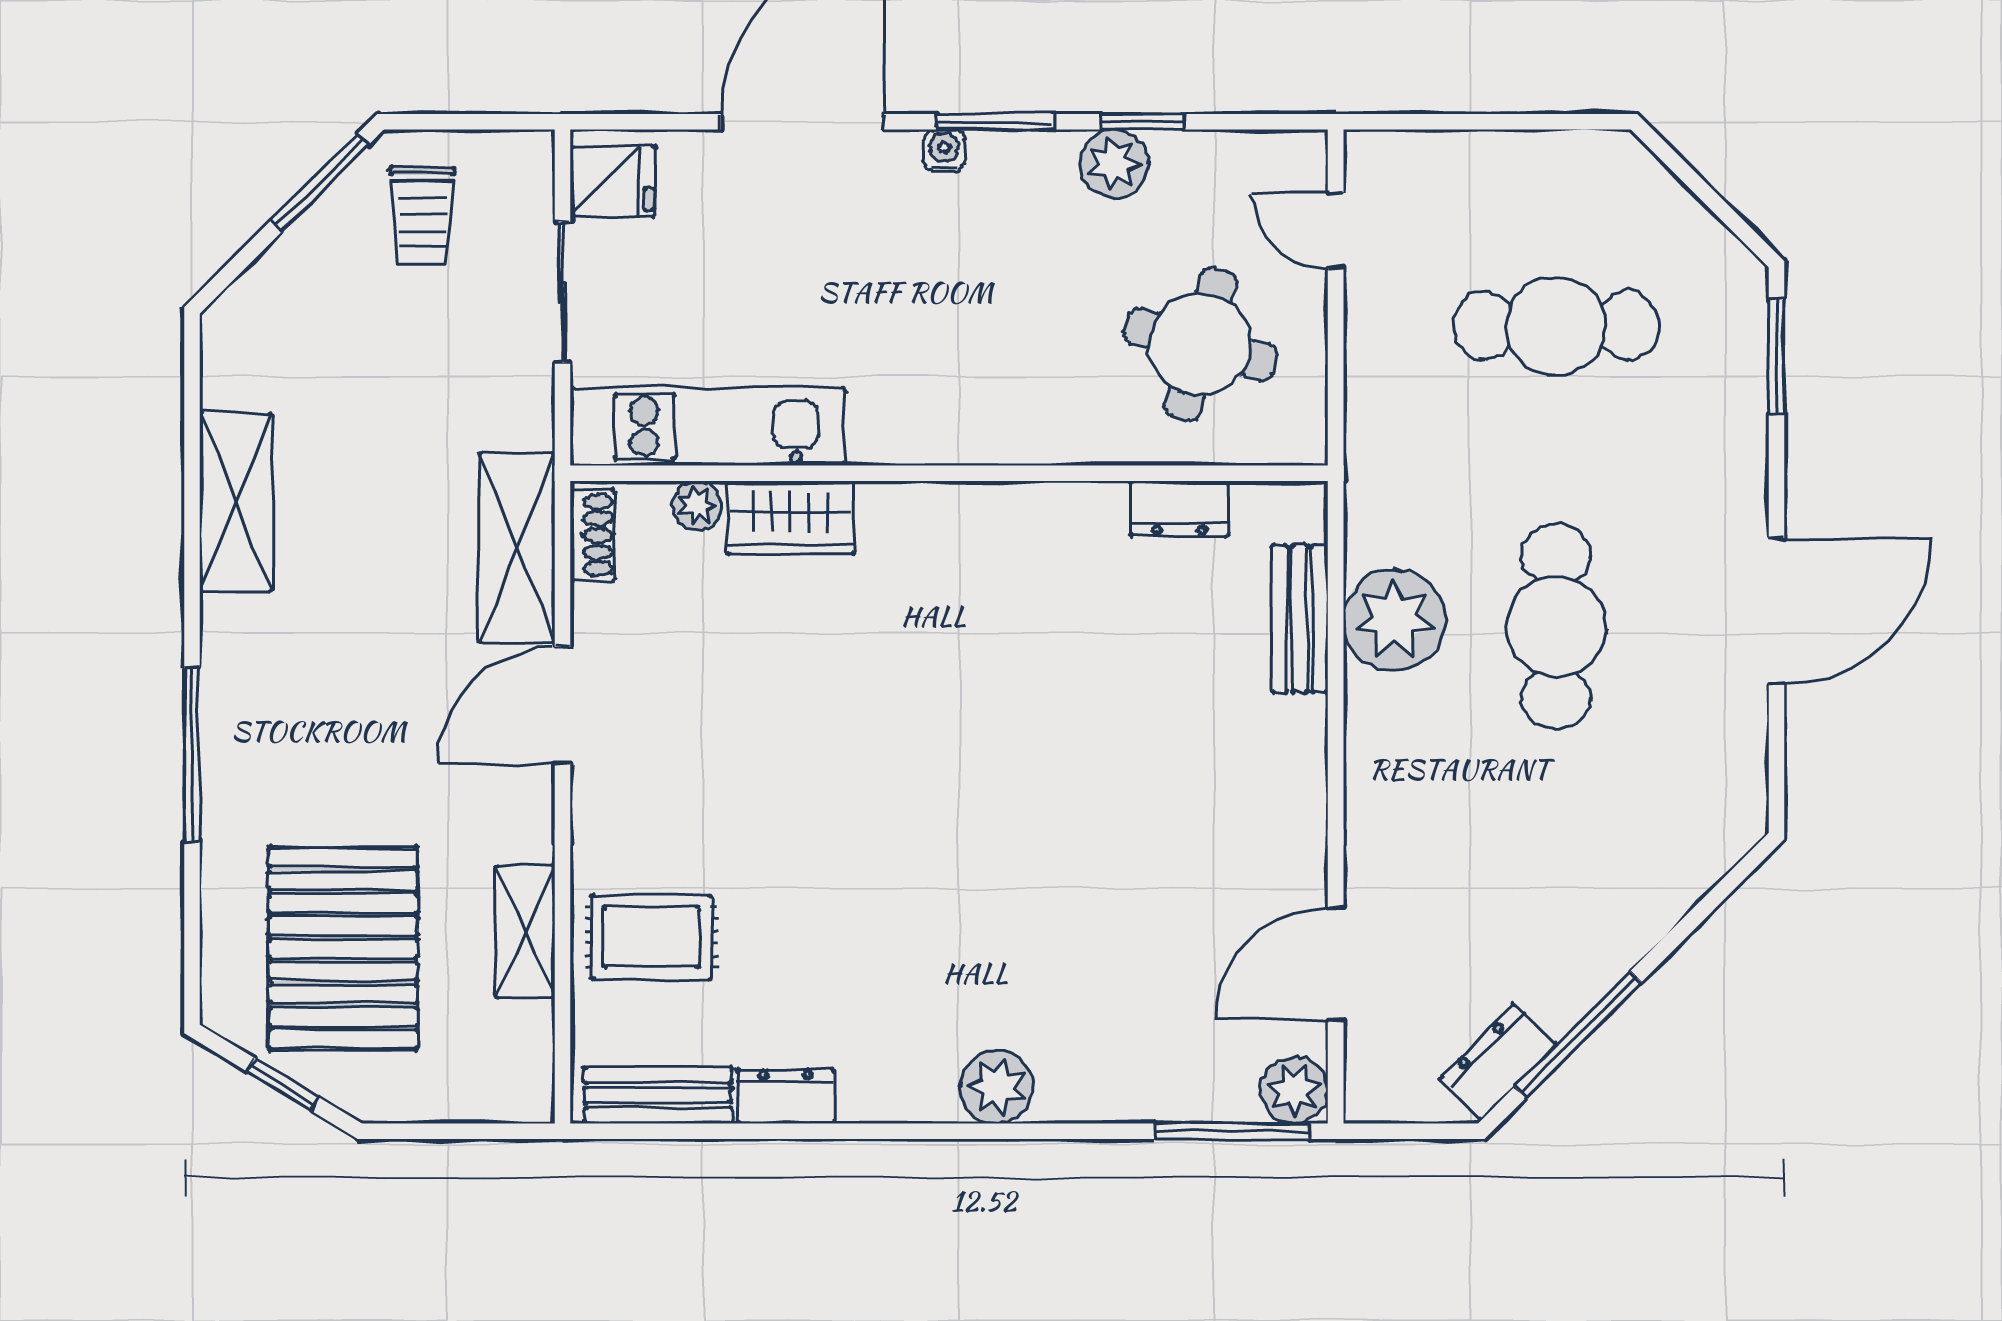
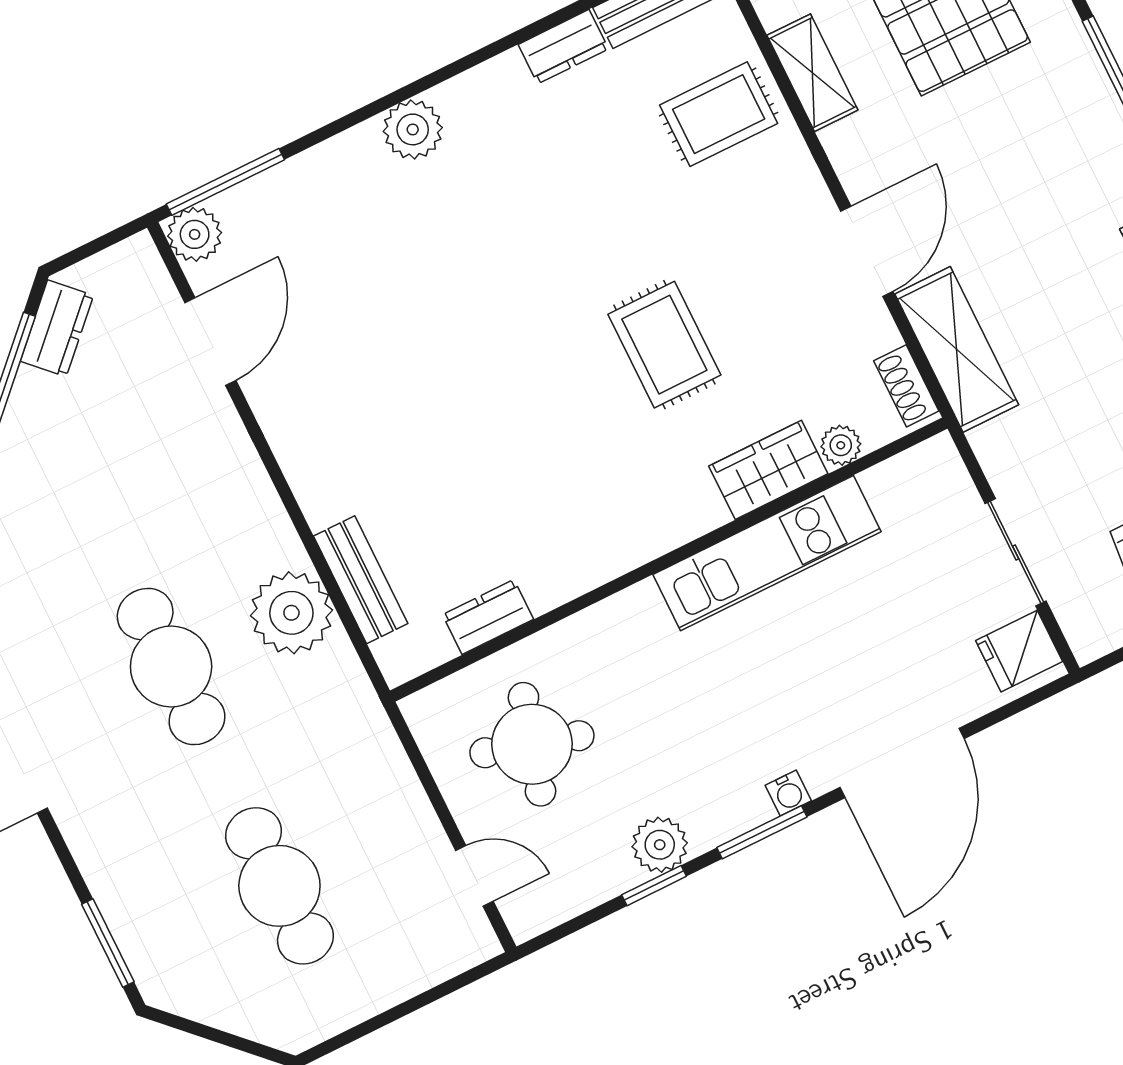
cafe table: (1556, 326) -> (279, 886), turned 90
kitchen unit: (708, 427) -> (767, 553), moved
rug: (837, 713) -> (664, 345), added

